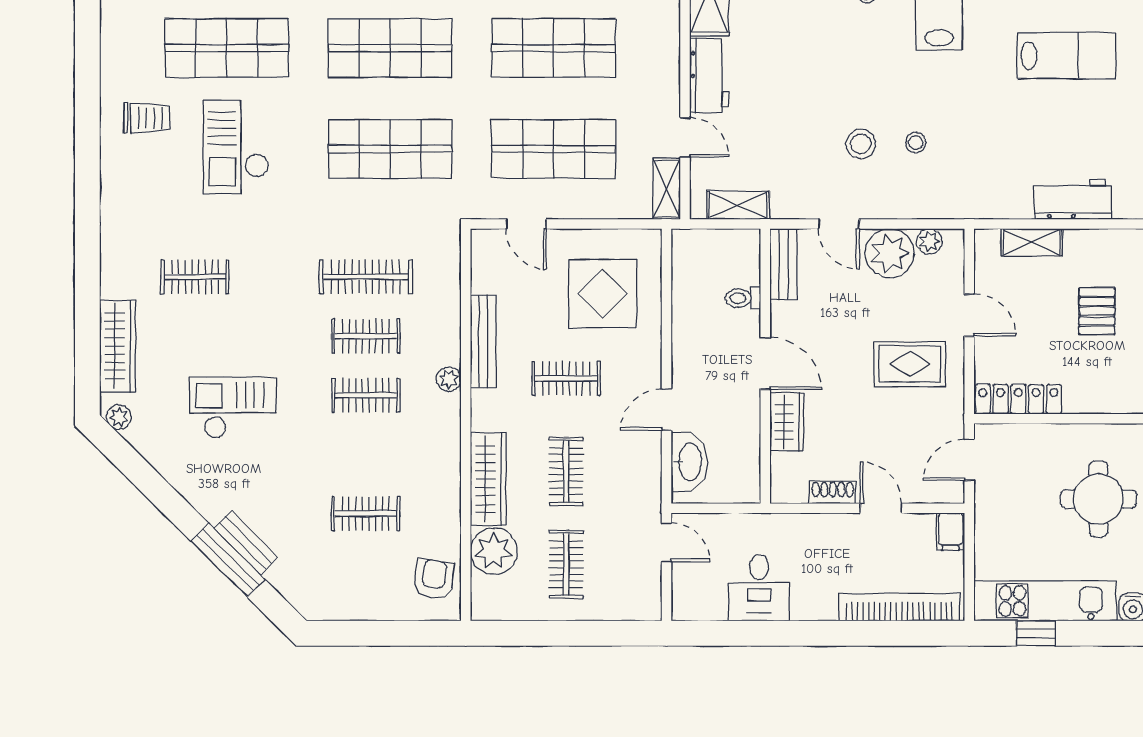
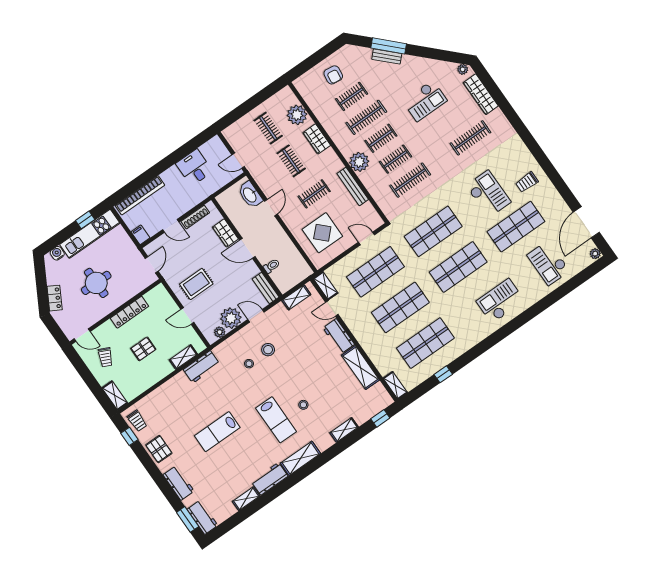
workbench: (1073, 200) -> (202, 367), moved
clothes rail: (195, 277) -> (470, 138), width x1.36
pallet: (1097, 311) -> (143, 349), turned 90
plant: (449, 379) -> (359, 162), width x1.88, depth x1.88
locker: (1018, 399) -> (129, 312), moved
clothes rail: (366, 454) -> (366, 117), added
wardrobe: (488, 479) -> (317, 139), width x0.67
shoe rack: (833, 492) -> (195, 217), width x1.43
armchair: (434, 579) -> (333, 75), moved

